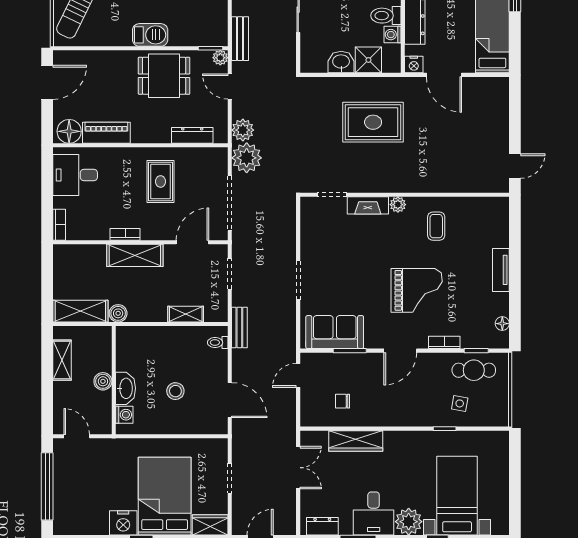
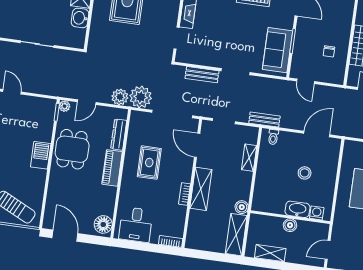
bench: (240, 39) -> (202, 75), moved
piano: (106, 133) -> (112, 168), moved
rug: (161, 181) -> (149, 163), turned 90

